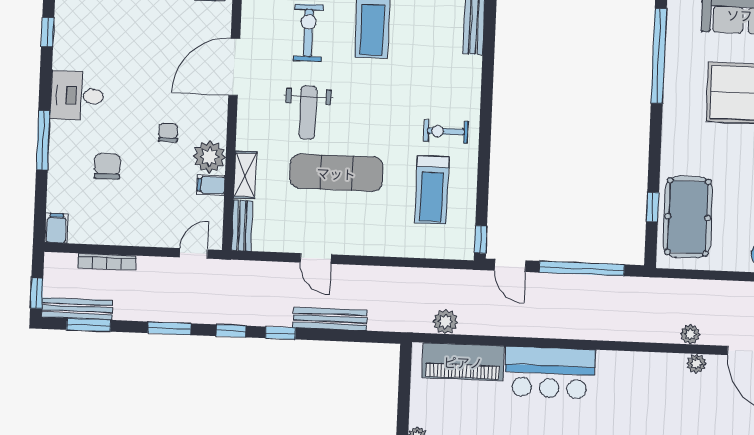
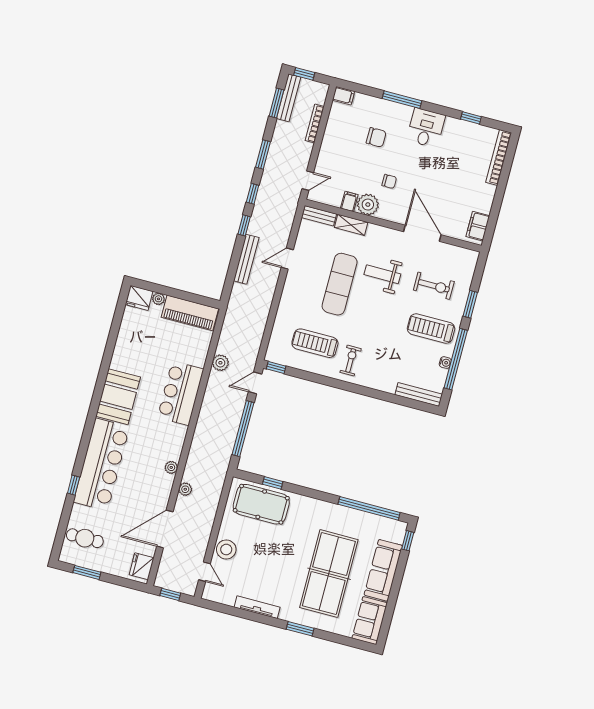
door: (194, 253) -> (308, 181), hinge flipped
plant: (445, 321) -> (220, 363), moved
piano: (463, 362) -> (190, 313), moved, turned -90
plant: (696, 364) -> (171, 467), moved

